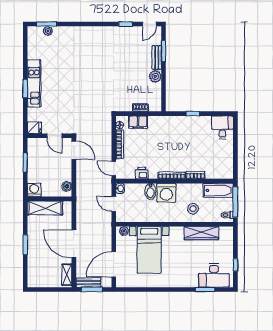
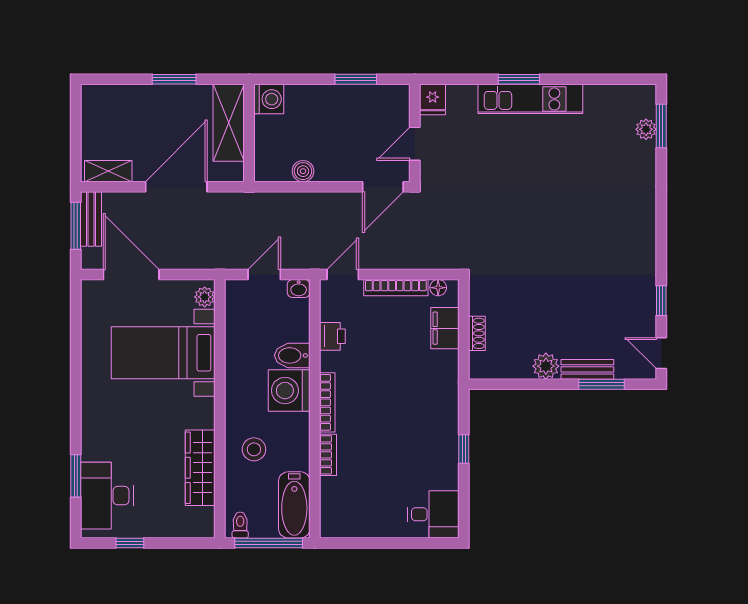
washing machine: (34, 190) -> (269, 99), moved
wall: (50, 199) -> (249, 133), moved
shelving: (45, 208) -> (229, 123), moved

